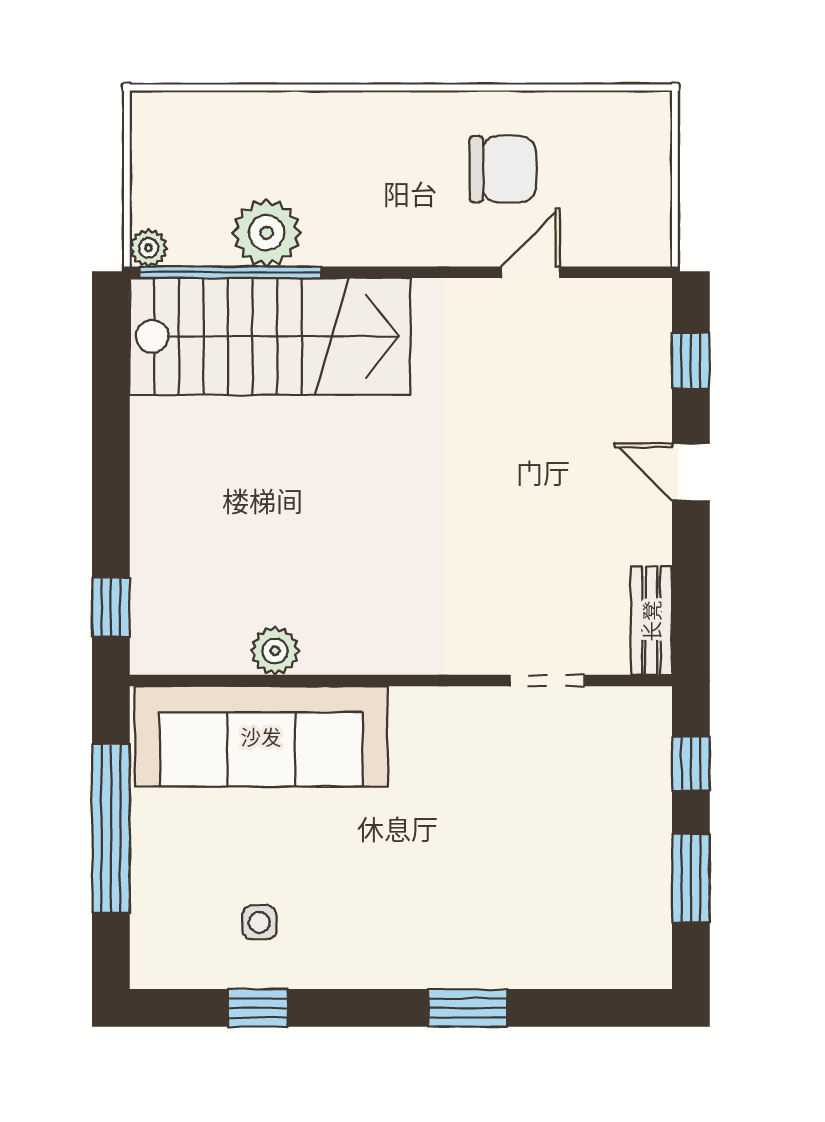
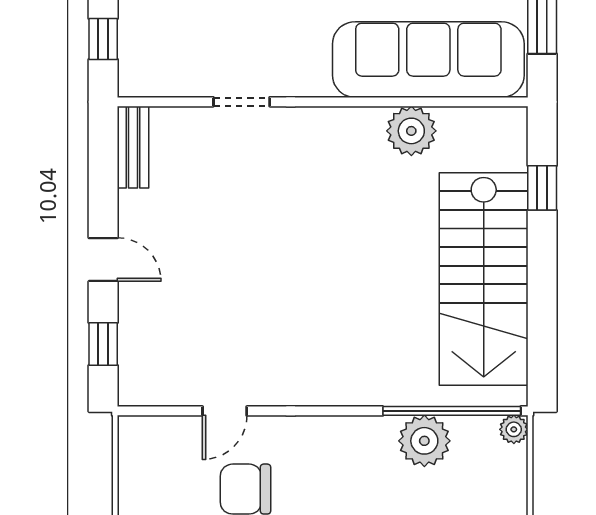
stairs: (270, 336) -> (484, 279), moved, turned -90
window: (111, 607) -> (542, 188), moved
plant: (275, 651) -> (411, 131), width x1.36, depth x1.36
doorway: (547, 680) -> (242, 102), moved

